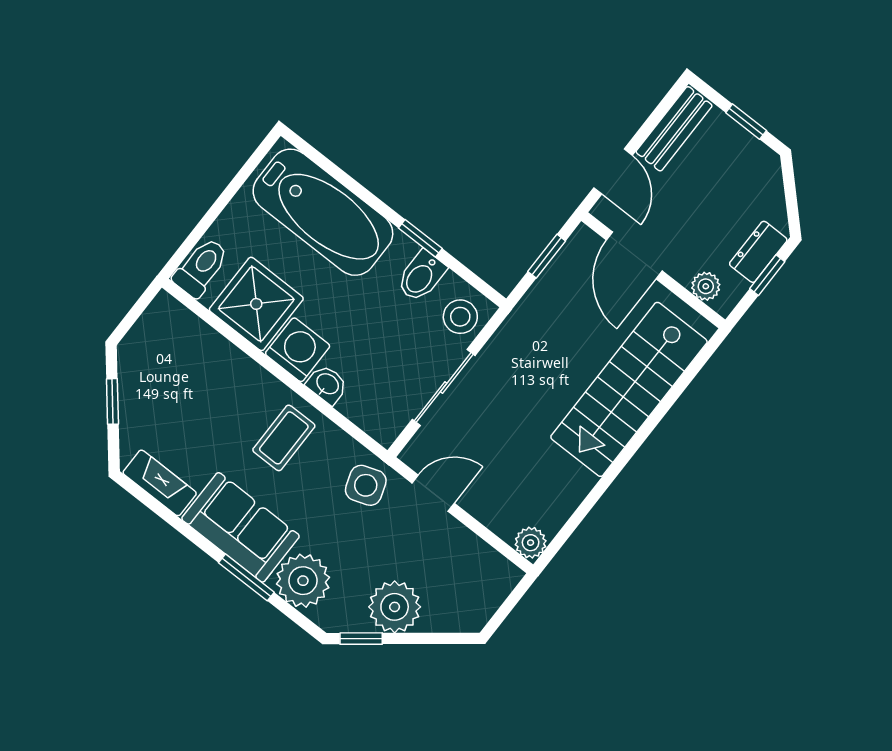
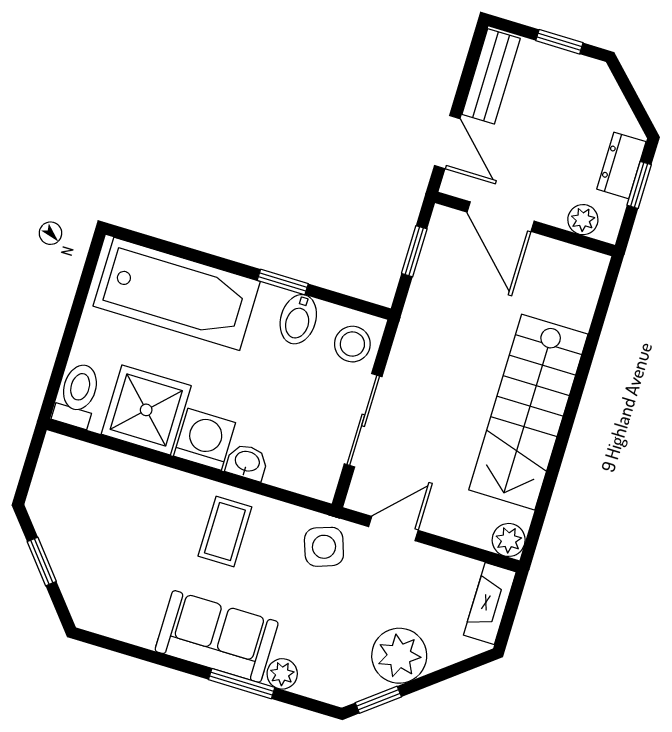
stairs: (629, 389) -> (528, 412), moved
fireplace: (160, 483) -> (490, 603), moved, turned -90
plant: (303, 581) -> (282, 674), width x0.53, depth x0.53

